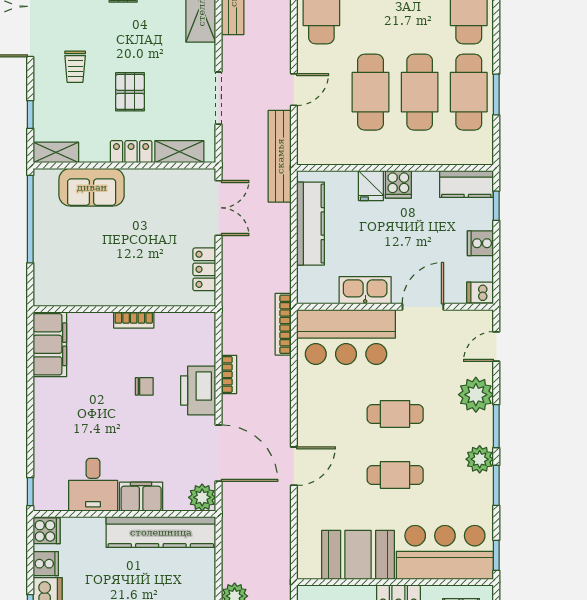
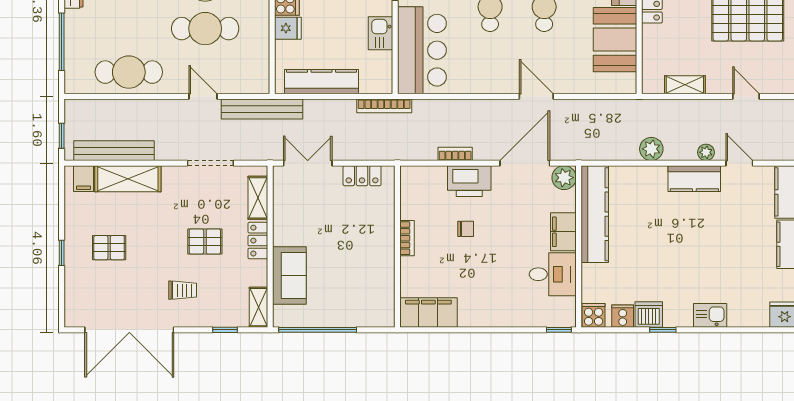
kitchen sink: (365, 290) -> (381, 33), width x0.73
bookcase: (283, 324) -> (384, 106), moved
chair: (144, 386) -> (466, 229), turned 90

